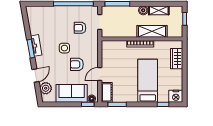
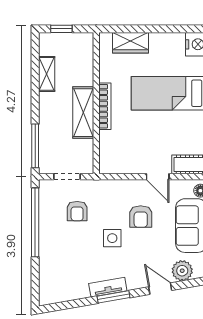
boiler: (143, 10) -> (47, 101), removed
shelving: (152, 31) -> (83, 113), moved

